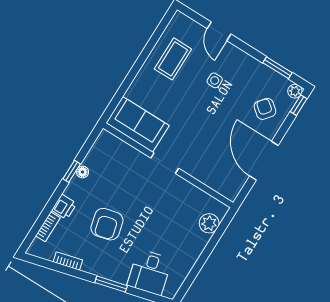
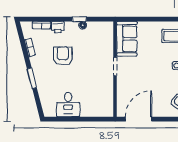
door: (264, 161) -> (139, 119), moved
plant: (209, 223) -> (98, 111), removed
armchair: (107, 224) -> (63, 56), turned 104
desk: (150, 272) -> (68, 105), moved, turned -76

